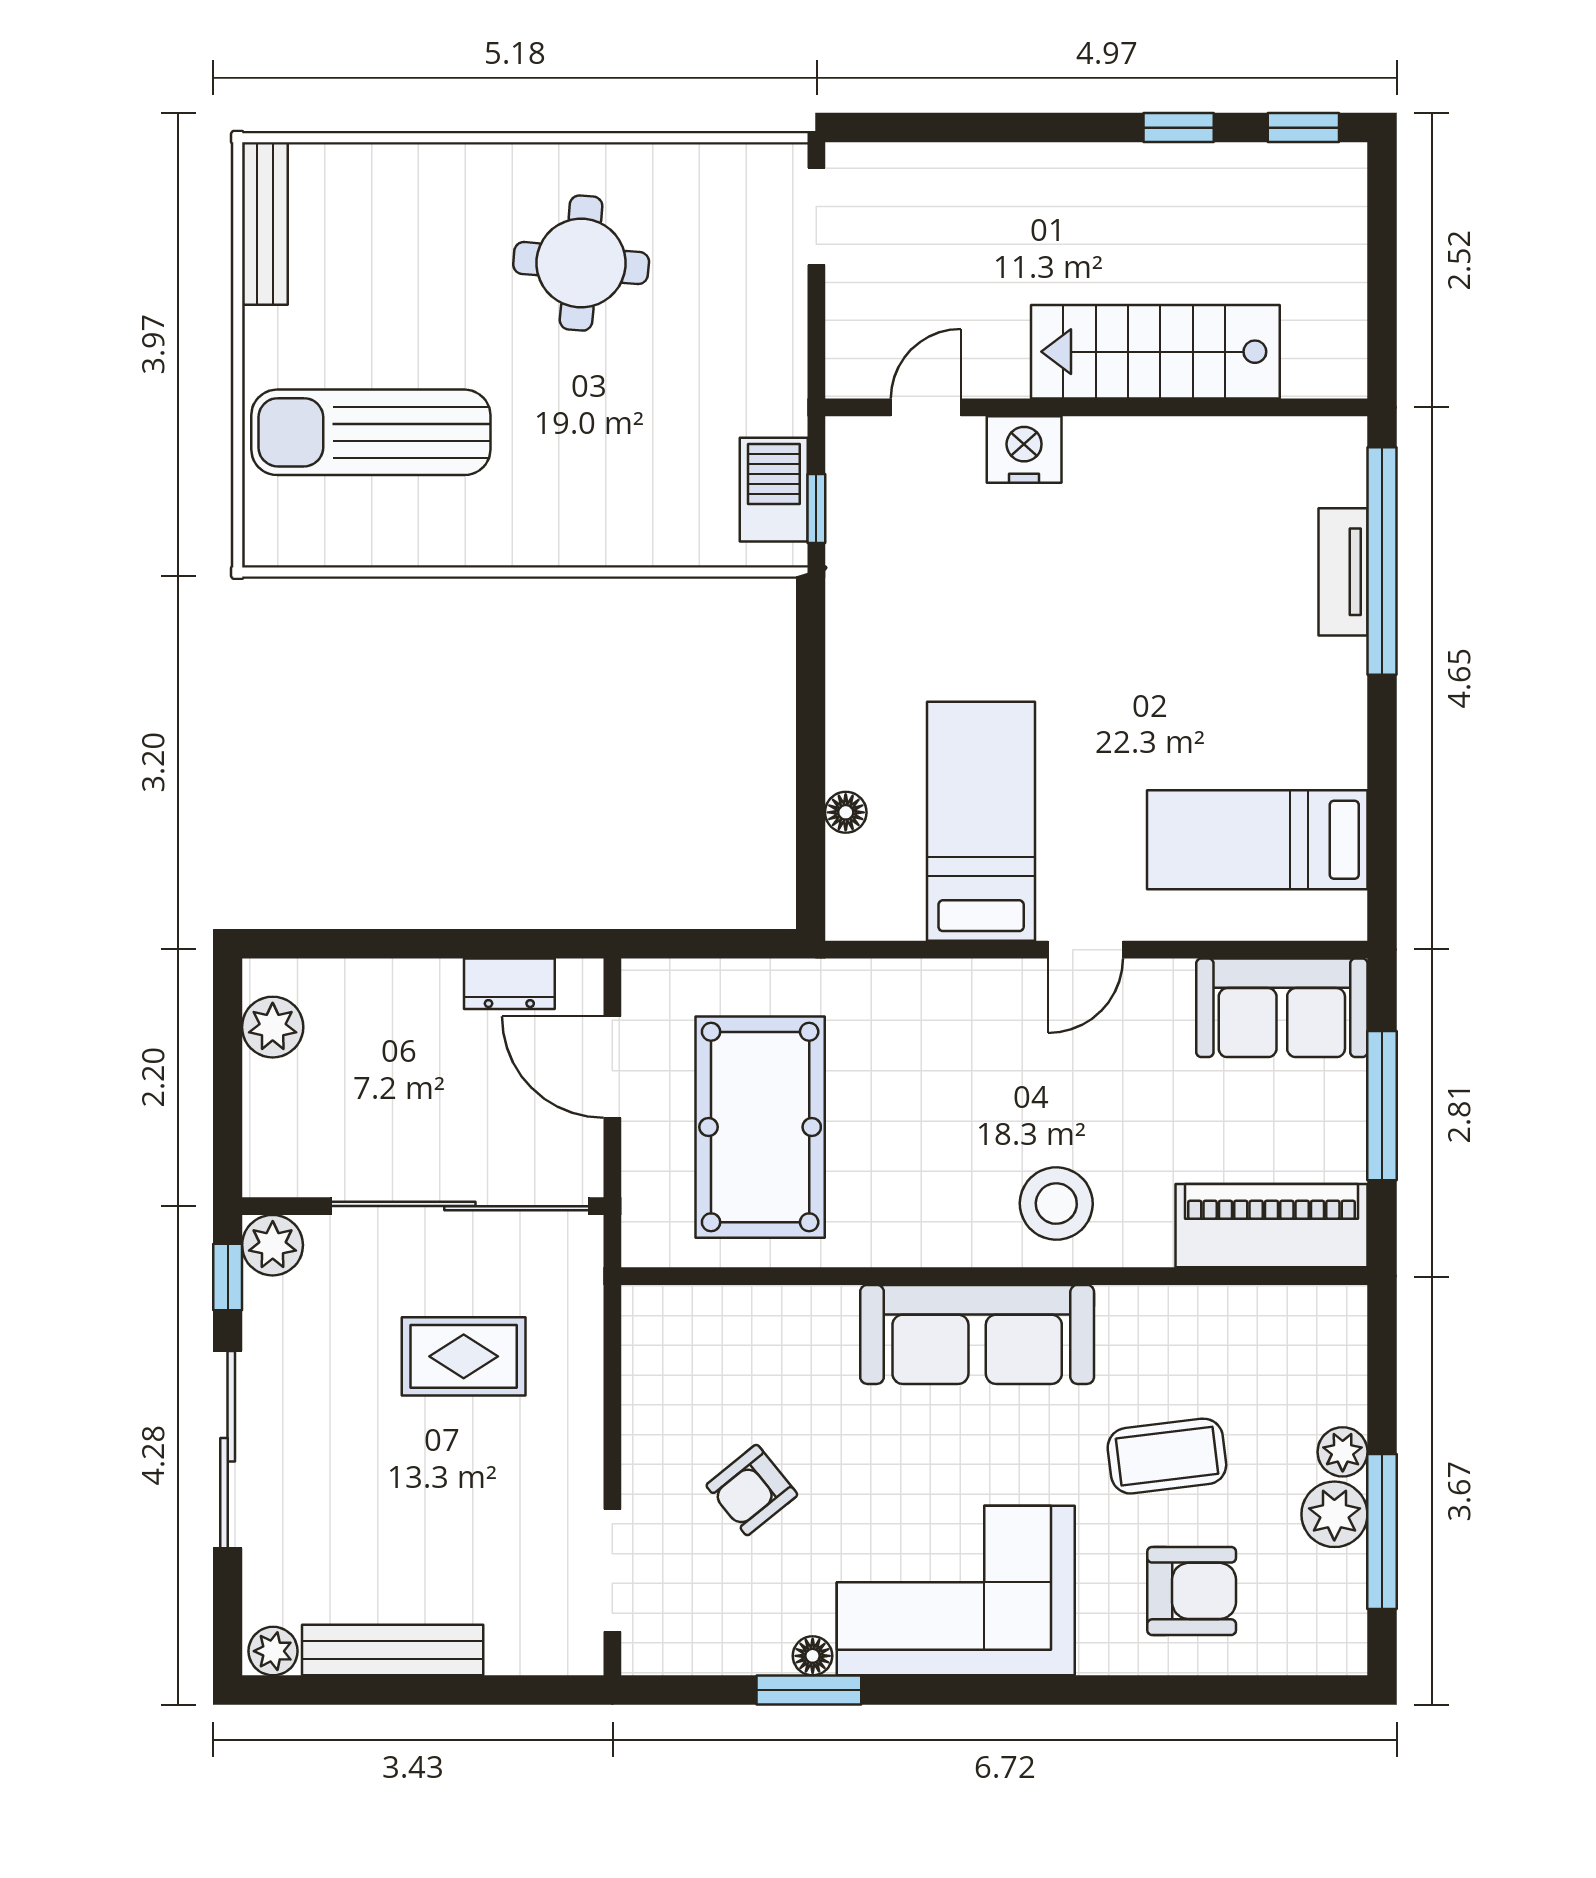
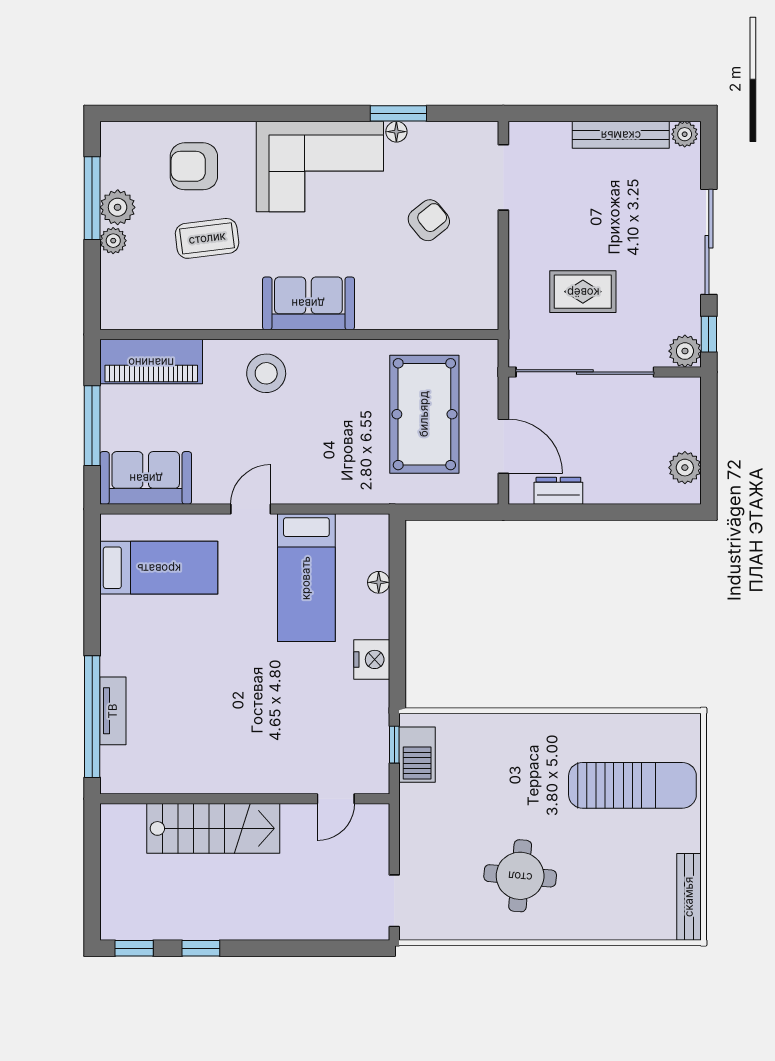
nightstand: (1024, 449) -> (372, 659), moved, turned -90
sofa: (977, 1334) -> (308, 303), width x0.73

